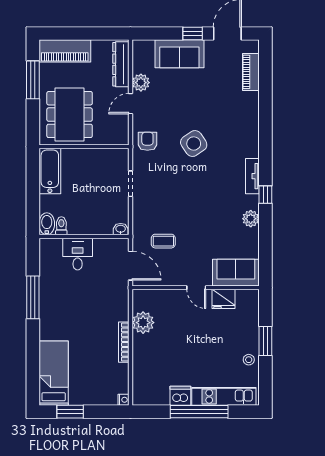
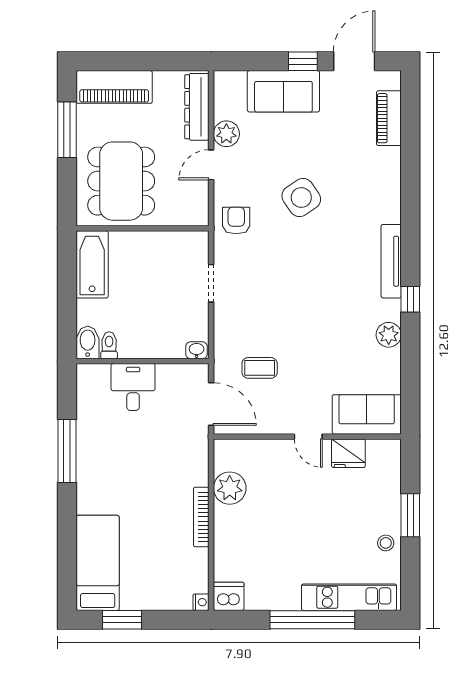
side table: (194, 144) -> (301, 198), moved
tv unit: (252, 176) -> (391, 261), width x1.41
dishwasher: (180, 396) -> (229, 596), moved

